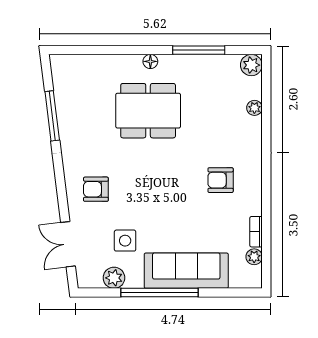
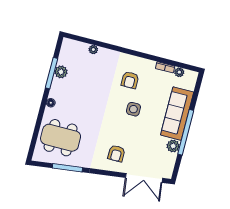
plant: (251, 65) -> (61, 72), moved
dining table: (148, 111) -> (61, 138), moved, turned 90
side table: (125, 241) -> (133, 109), moved
double door: (68, 244) -> (144, 178), width x1.37
plant: (114, 278) -> (173, 146), moved

